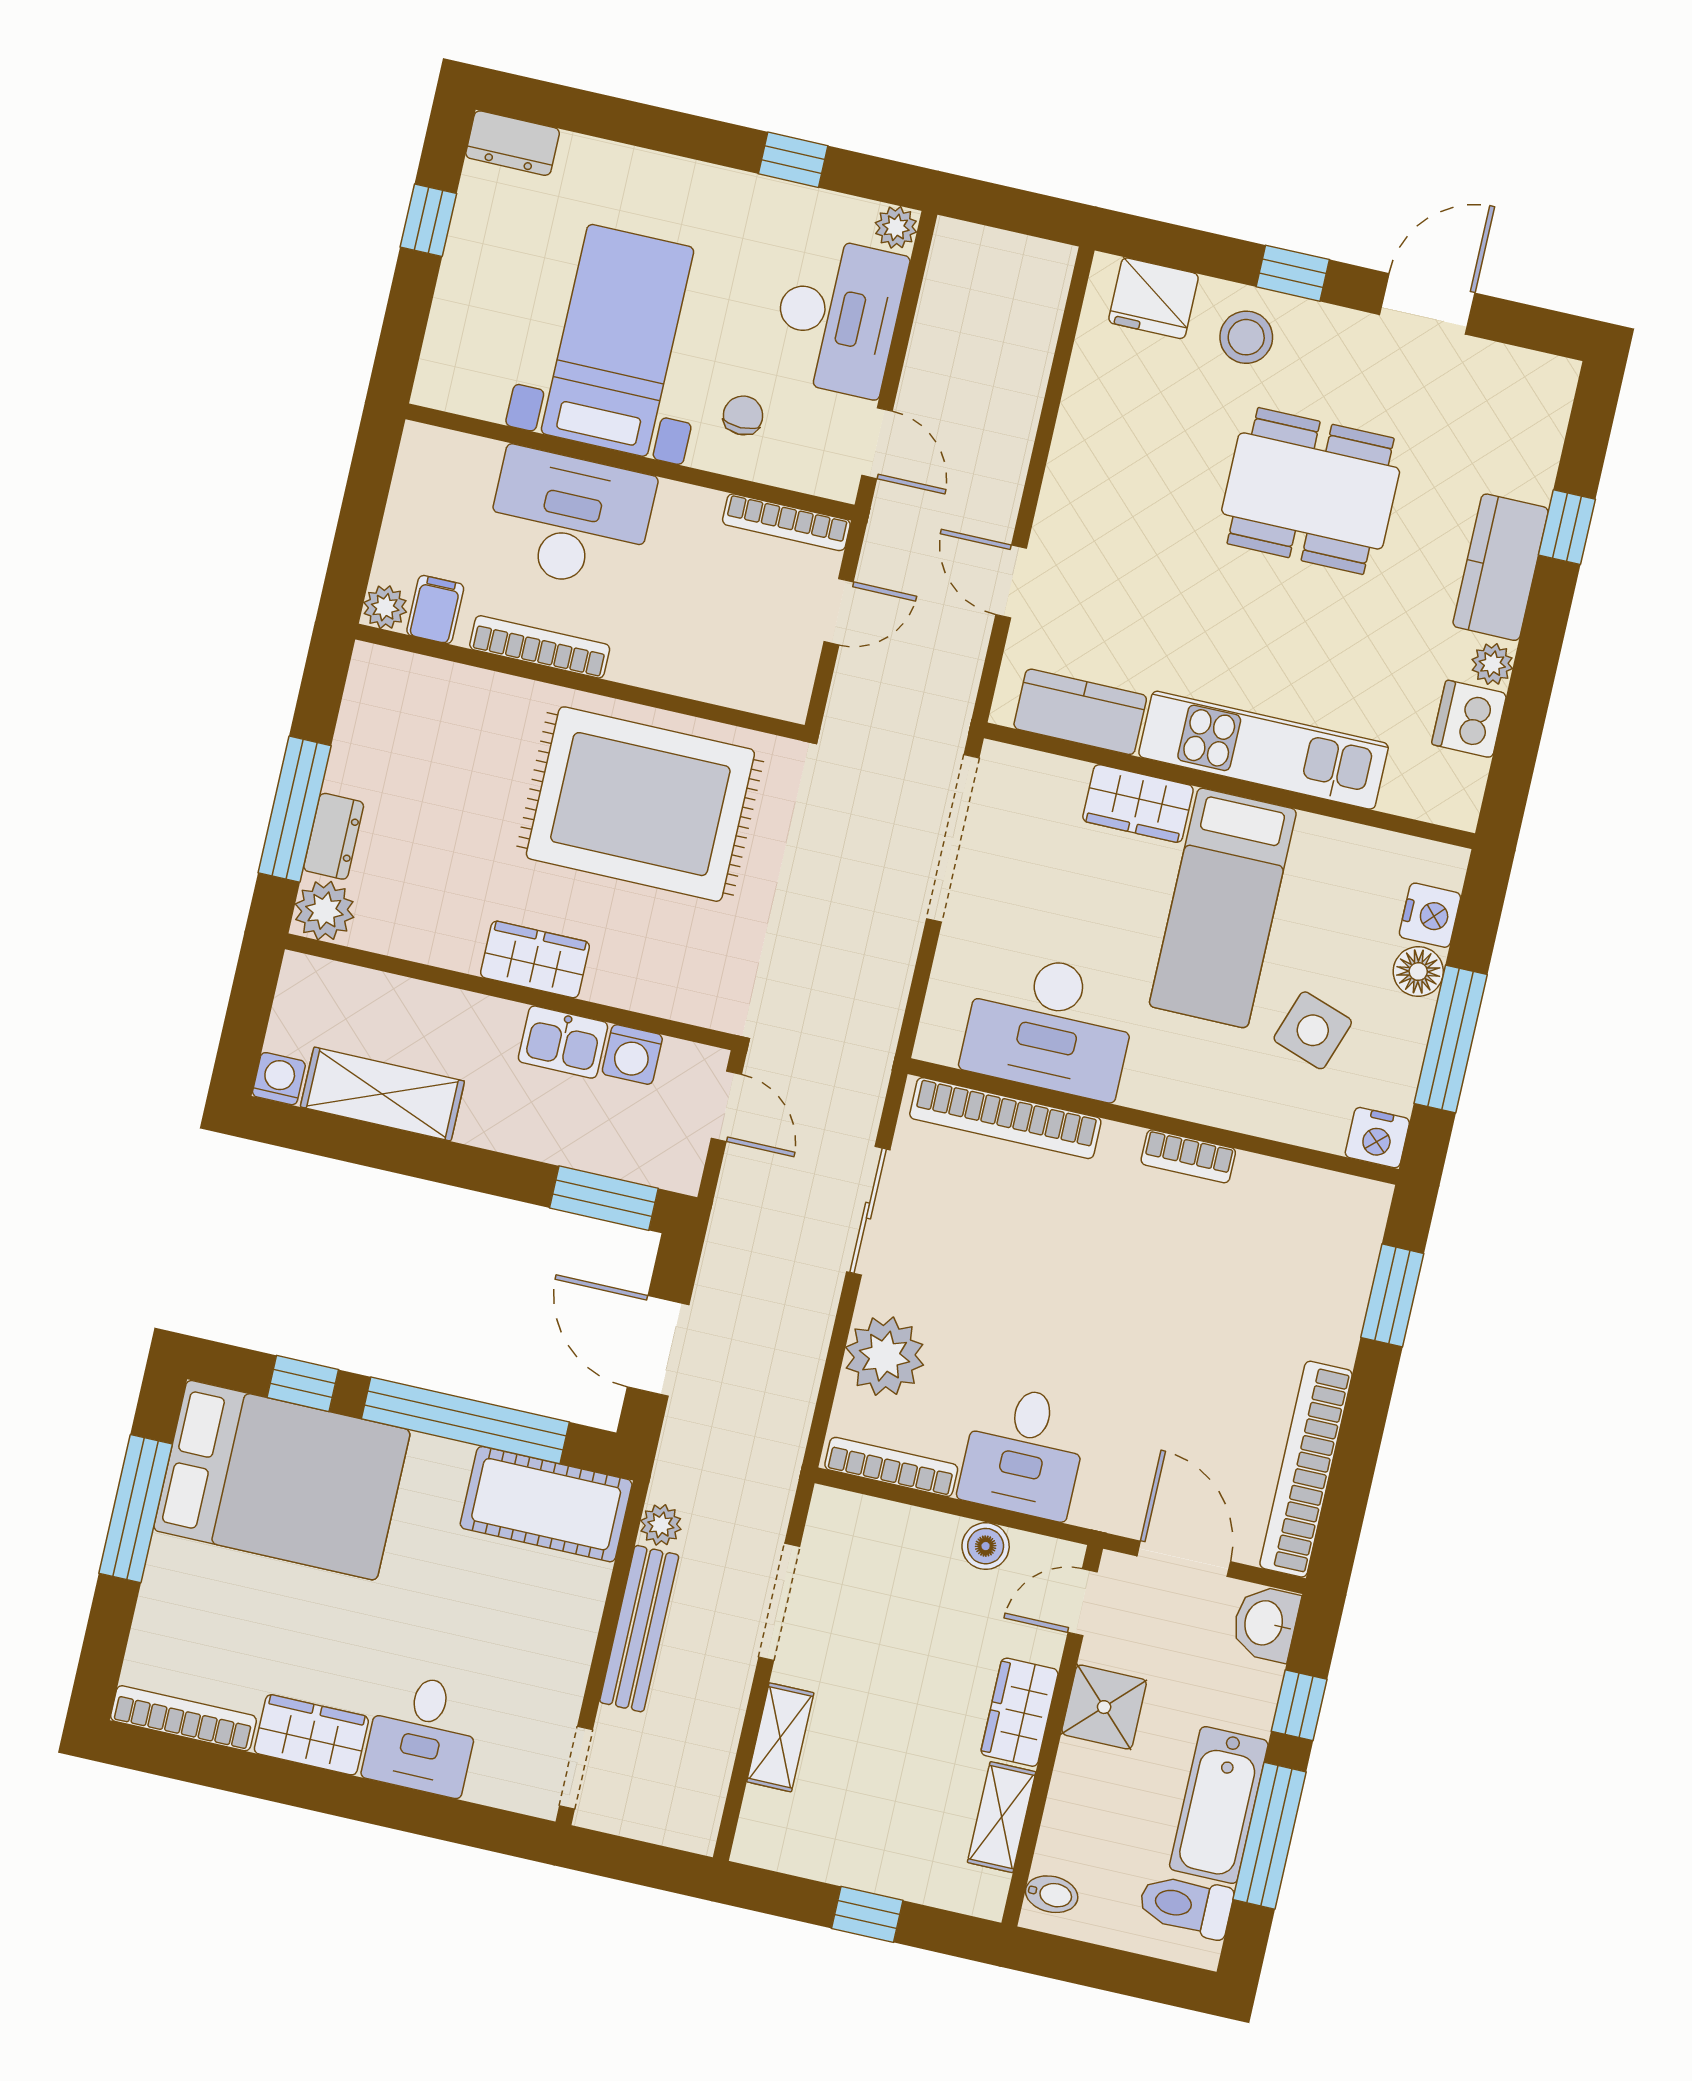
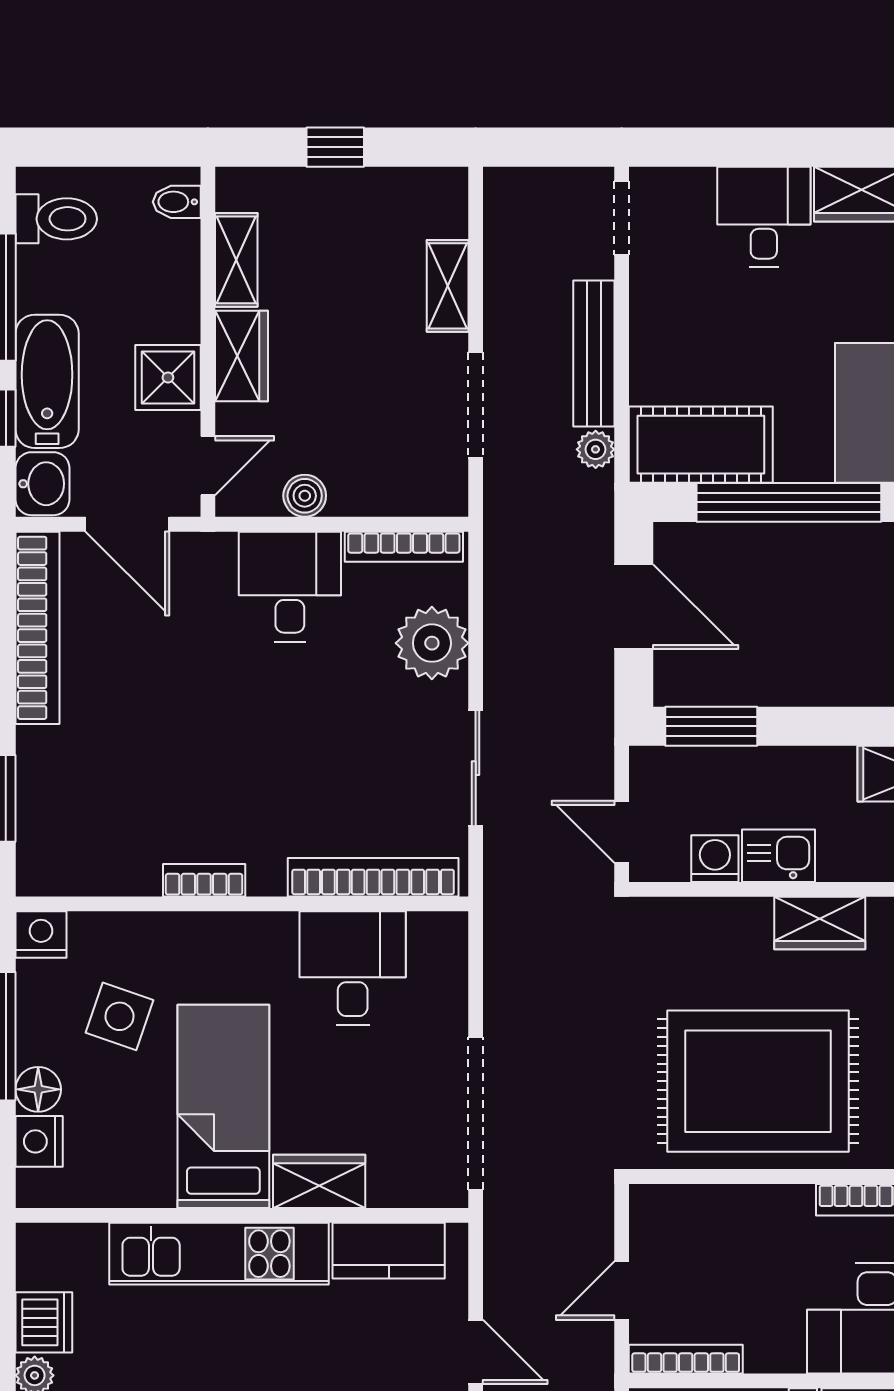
desk: (1050, 1025) -> (353, 968), width x0.73
bathtub: (1219, 1805) -> (47, 381), moved

